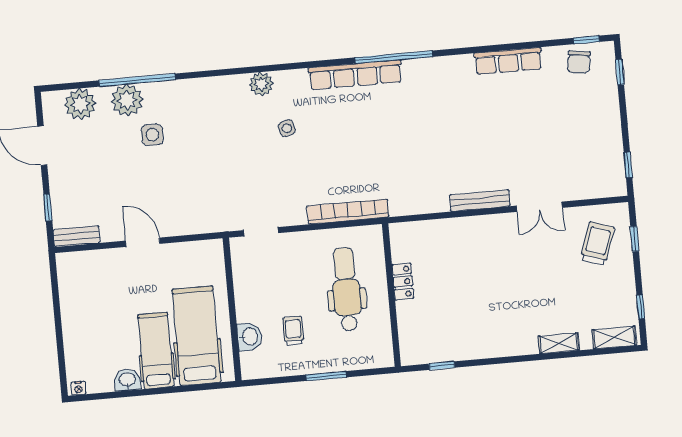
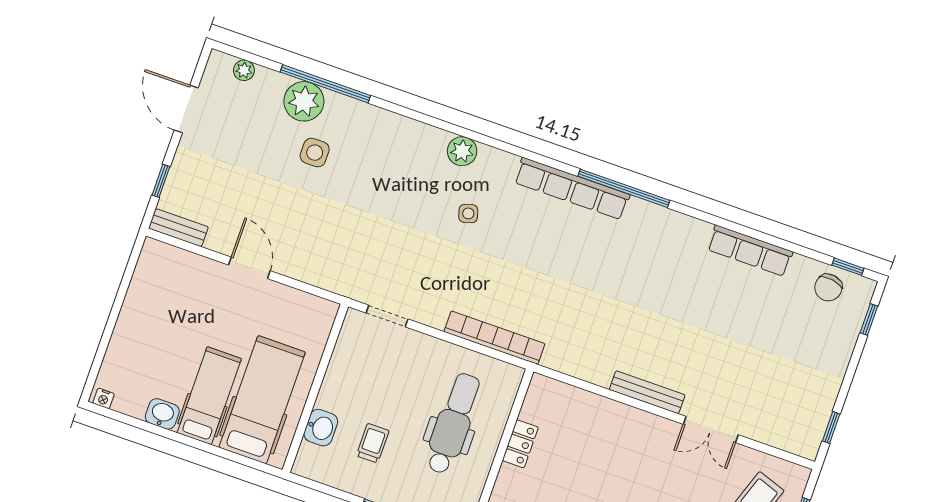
plant: (80, 104) -> (244, 70), width x0.53, depth x0.53

